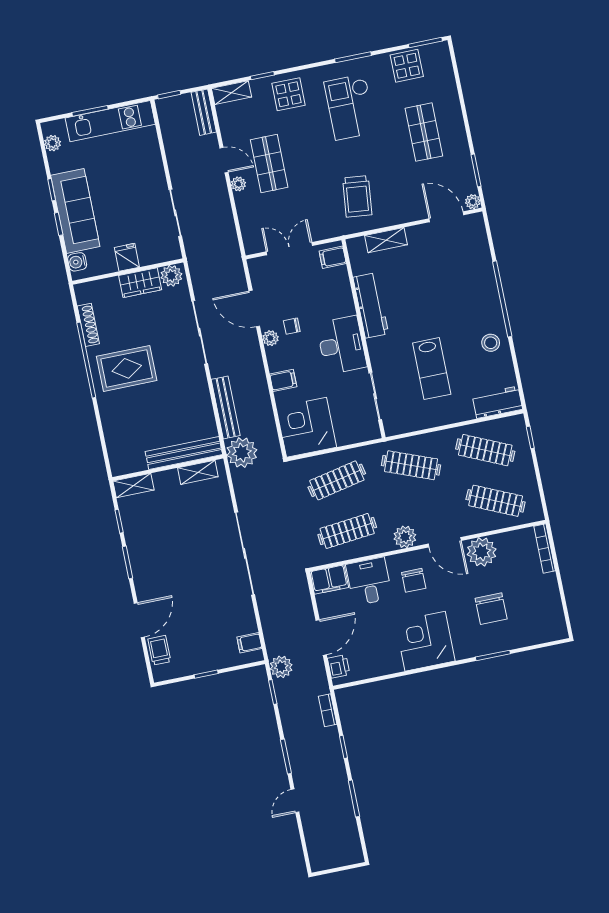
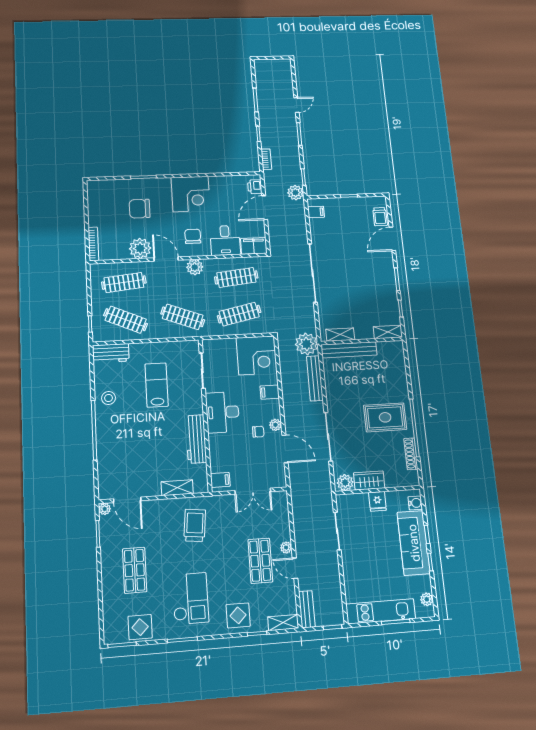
clothes rail: (496, 501) -> (124, 283), turned -30
chair: (491, 609) -> (140, 209), turned -90

